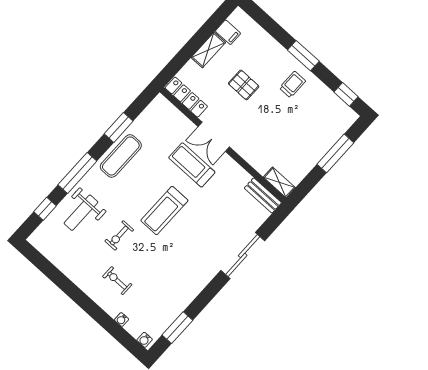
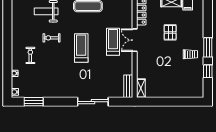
window: (346, 94) -> (208, 71), moved
window: (335, 153) -> (177, 102), removed
treadmill: (164, 210) -> (81, 48), turned 90

